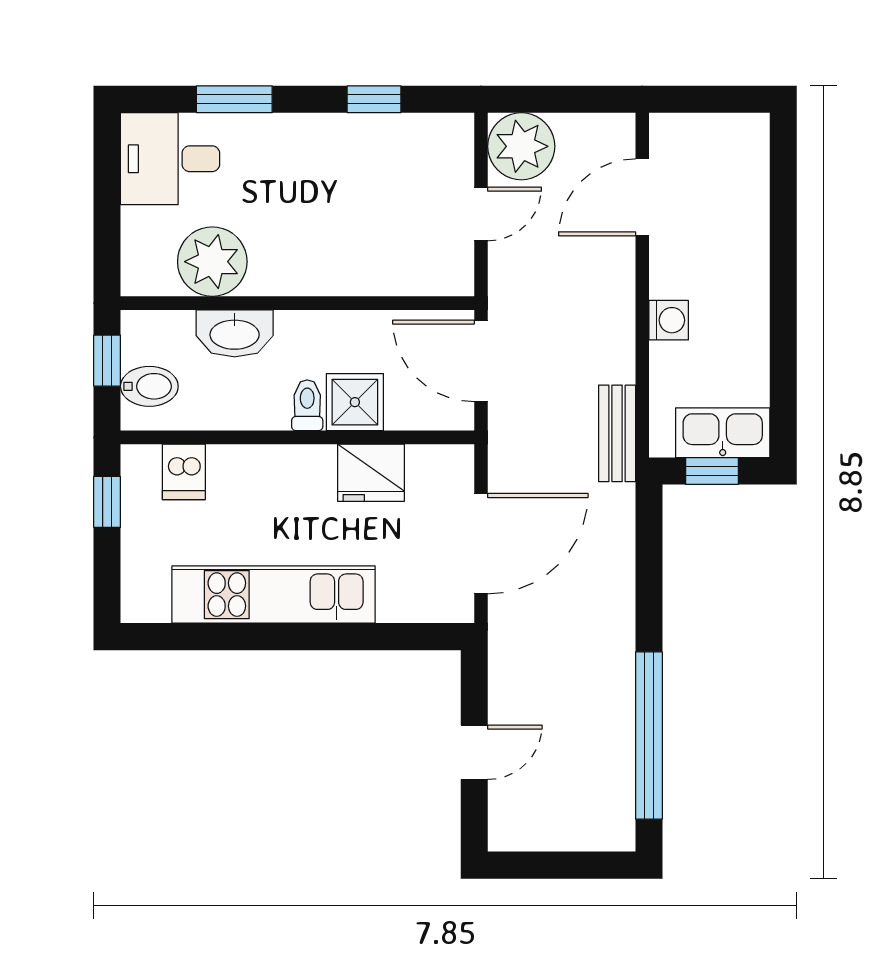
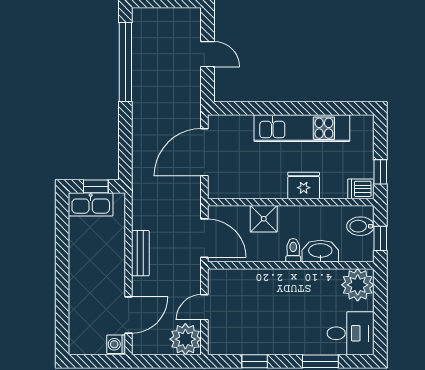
plant: (212, 262) -> (358, 285), moved
washing machine: (669, 320) -> (116, 344), moved
toilet: (307, 405) -> (293, 250), moved, turned 180
bench: (617, 433) -> (140, 253), moved
dishwasher: (184, 472) -> (361, 189), moved, turned -90
fridge: (371, 473) -> (304, 186), moved
door: (474, 752) -> (208, 54), swing flipped

